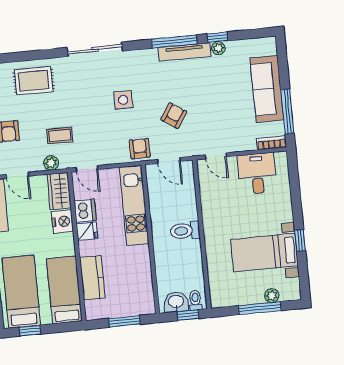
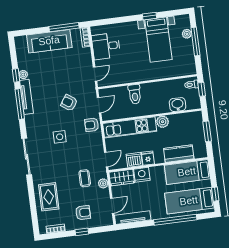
toilet: (185, 231) -> (135, 94), moved
plant: (141, 255) -> (163, 122), added
washbasin: (176, 302) -> (178, 105), moved, turned 90

